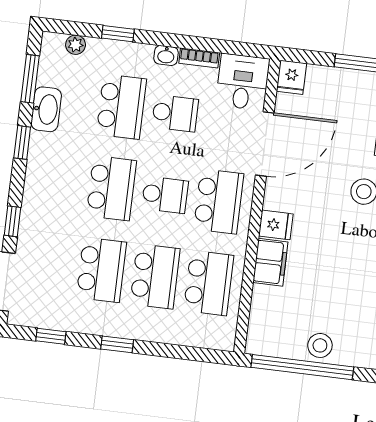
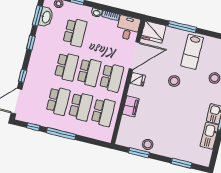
fridge: (291, 77) -> (153, 32), width x1.88, depth x1.34
washbasin: (46, 109) -> (46, 17), moved
school desk: (175, 113) -> (98, 38), removed
school desk: (165, 195) -> (89, 72), width x1.85
fridge: (276, 225) -> (138, 79), moved
window: (117, 344) -> (61, 134), width x2.17
window: (302, 367) -> (139, 153), width x0.47

